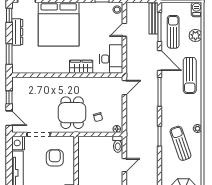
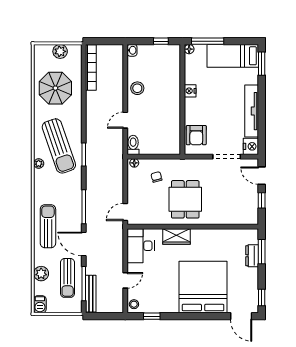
dresser: (17, 32) -> (252, 256), moved, width x0.70
dining table: (72, 113) -> (185, 199), moved
sun lounger: (180, 143) -> (59, 146), width x1.36, depth x1.34
armchair: (55, 158) -> (196, 135), moved

